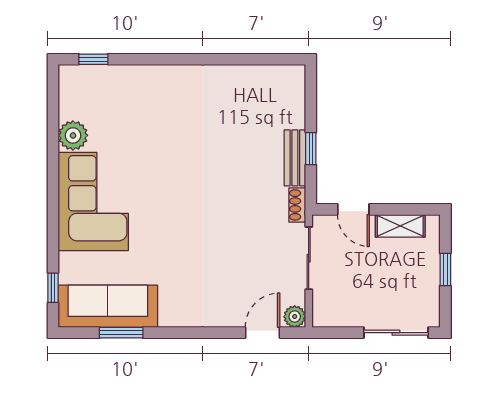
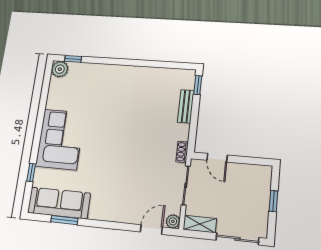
plant: (73, 135) -> (60, 69), moved
window: (311, 149) -> (198, 85), moved
bench: (295, 158) -> (186, 106), moved
shelving: (400, 226) -> (200, 224), moved
window: (53, 288) -> (31, 173), moved

